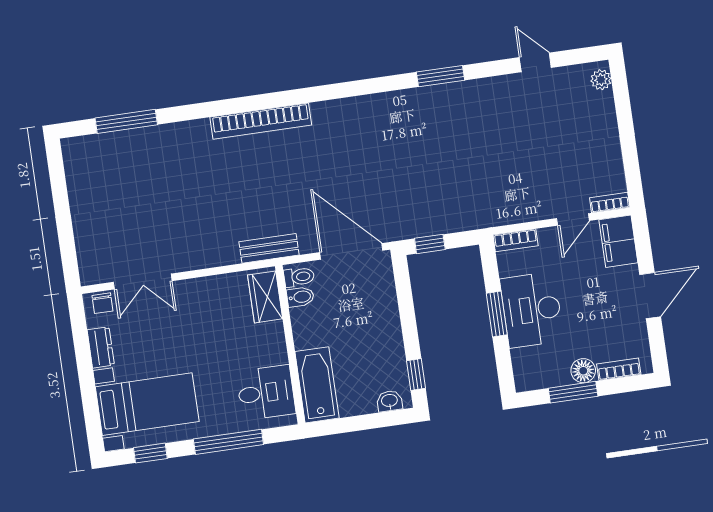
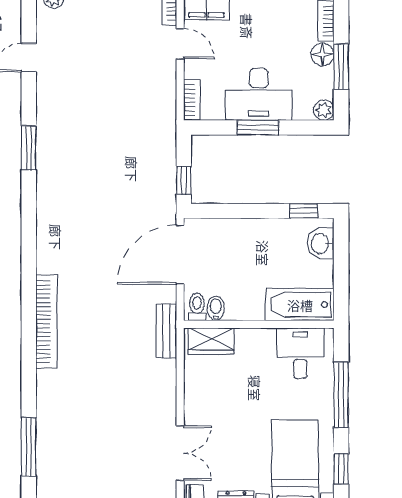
plant: (525, 380) -> (324, 110), added
washbasin: (390, 401) -> (321, 243), width x1.38, depth x1.45

